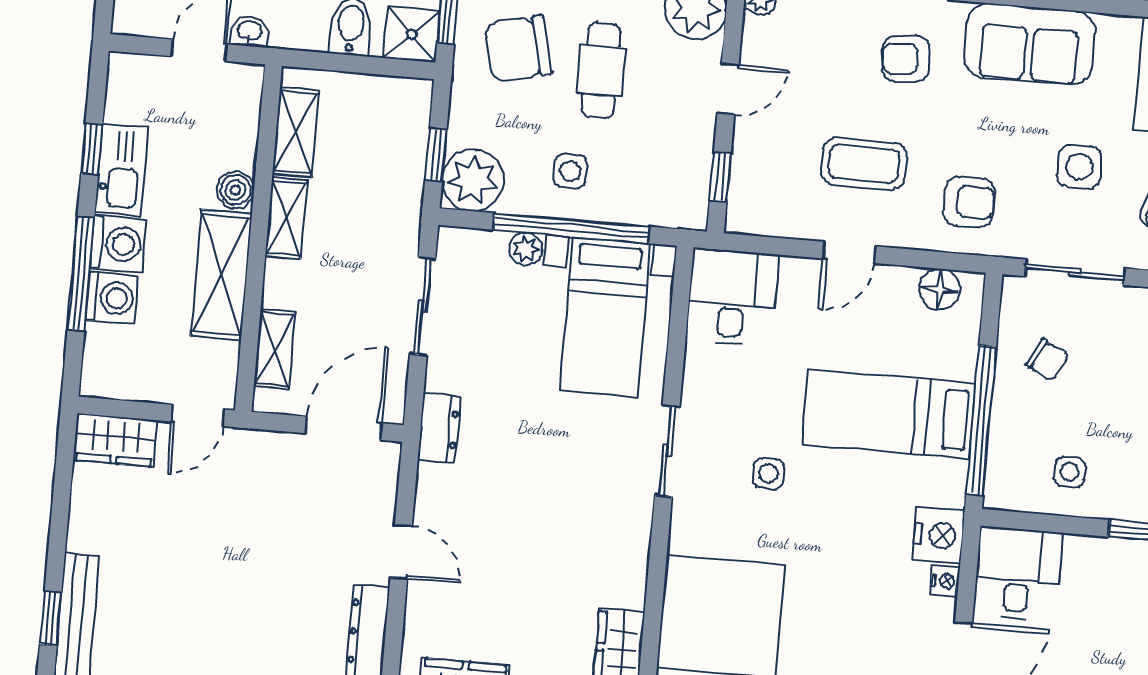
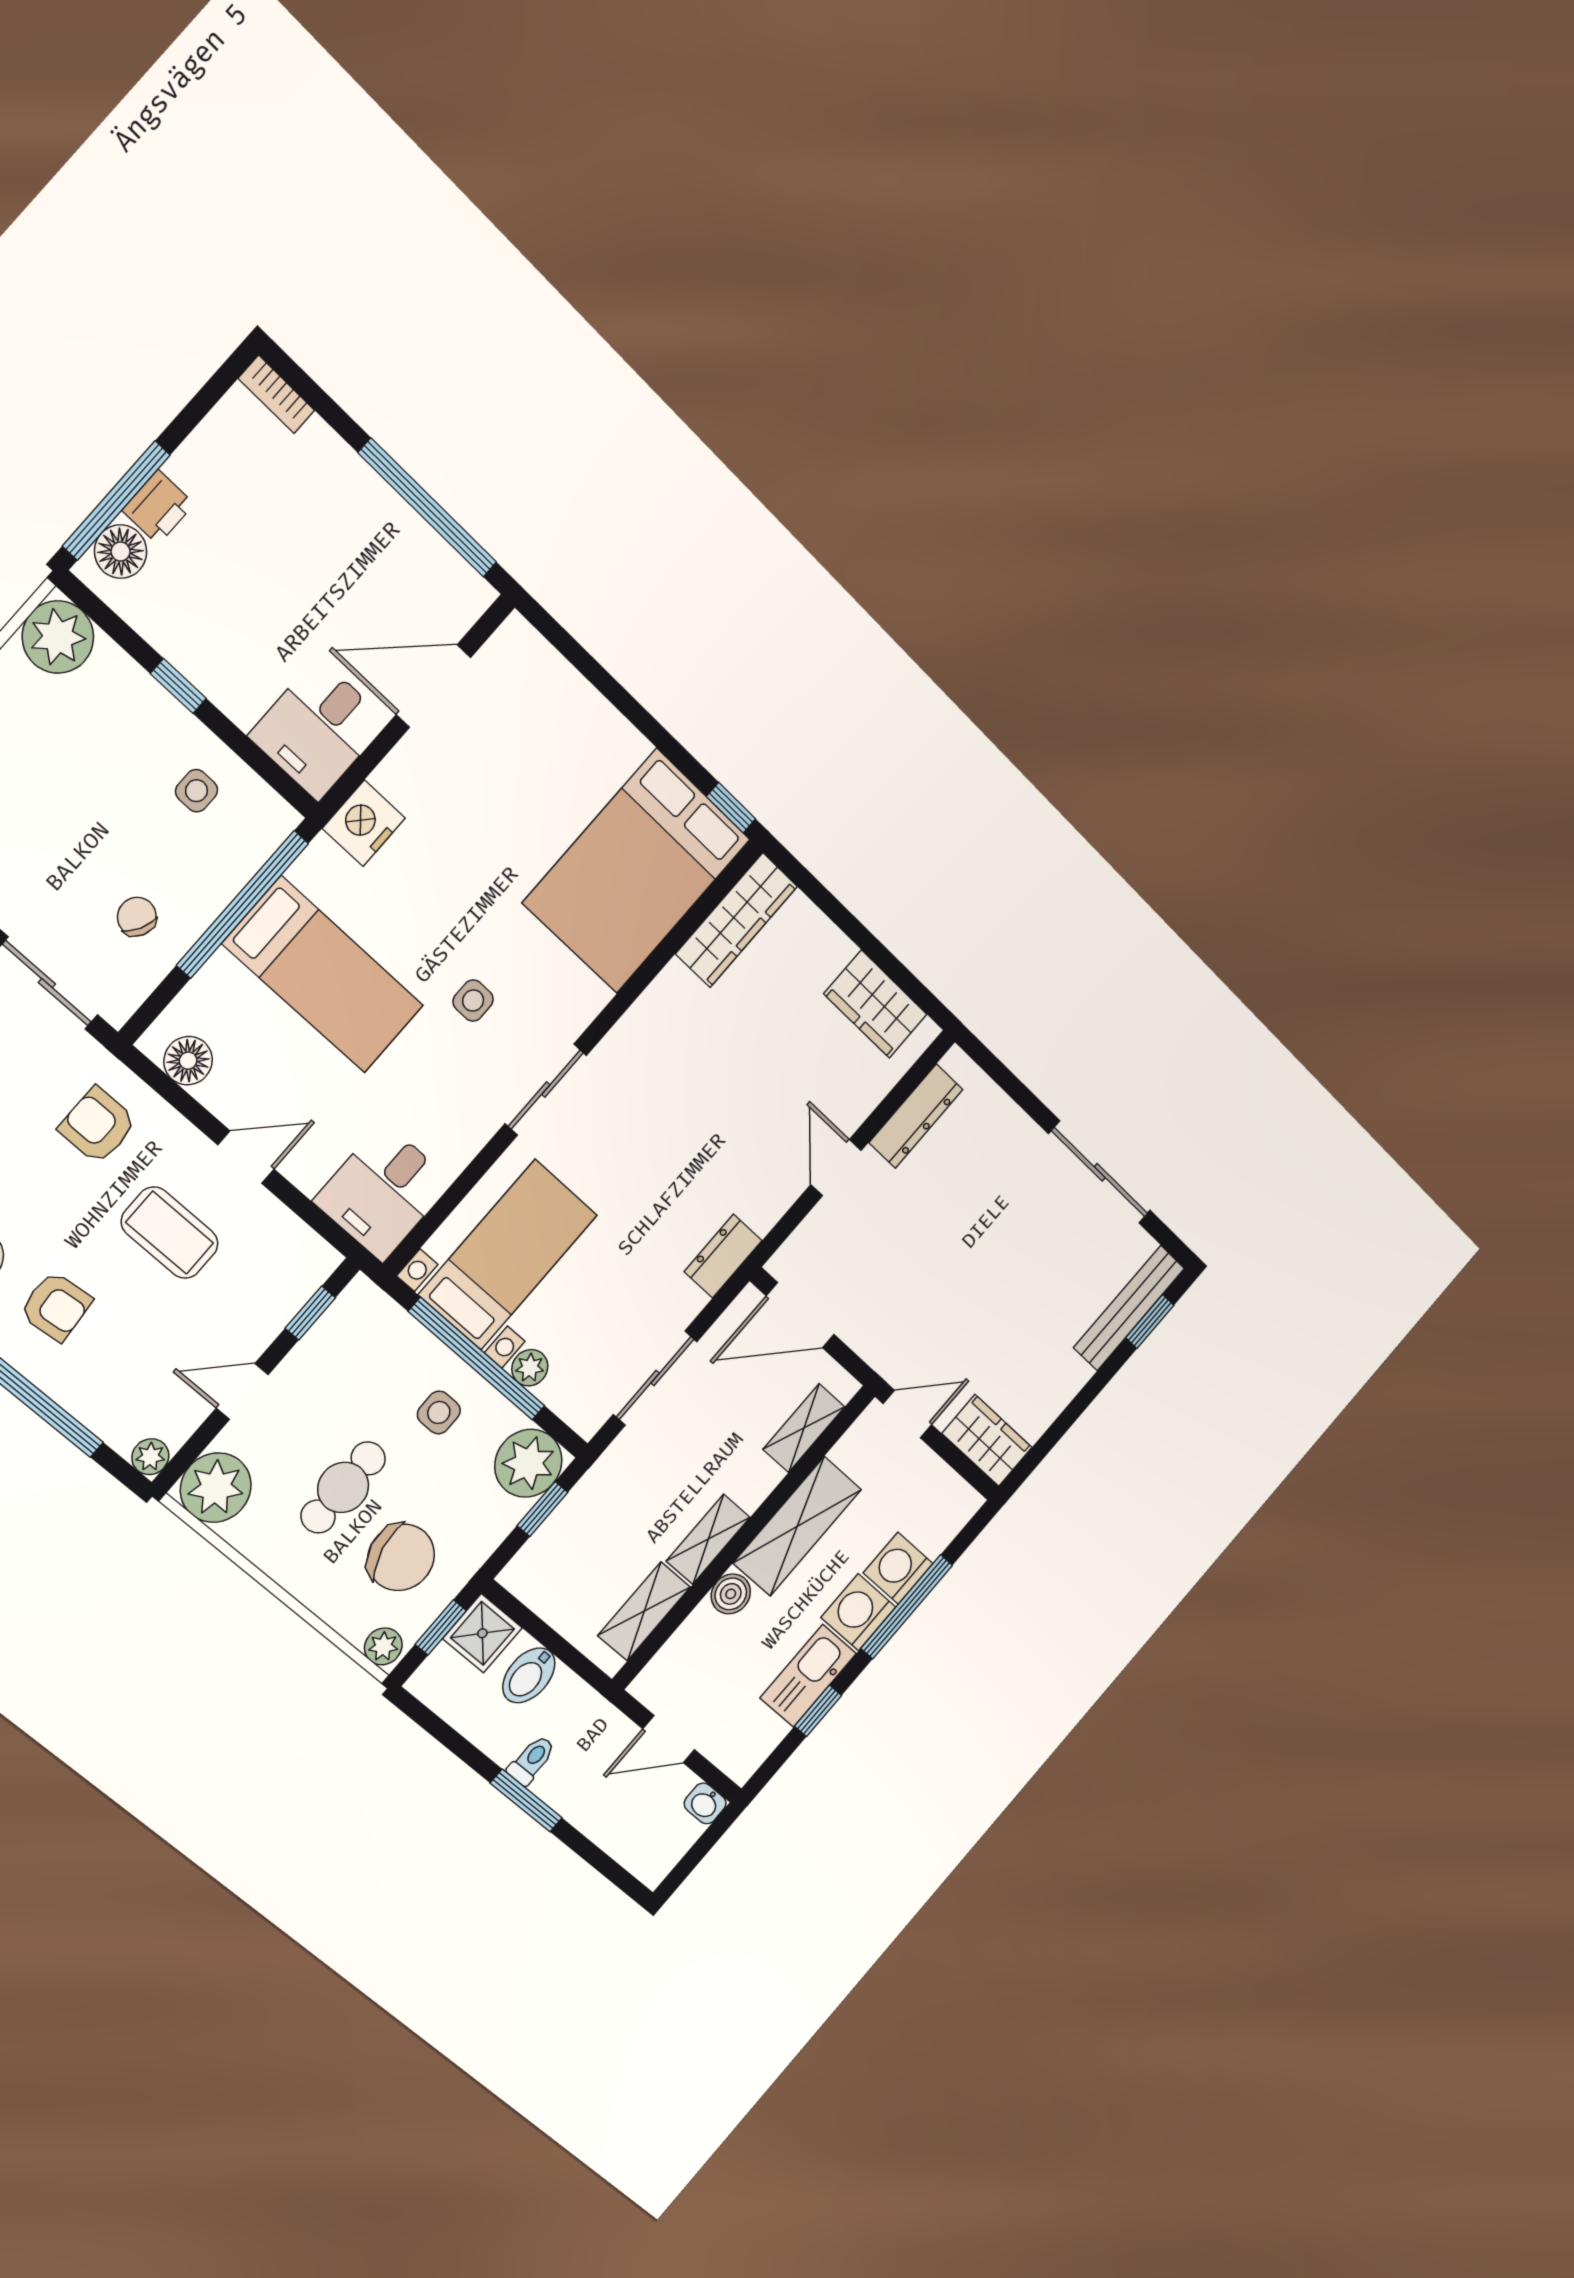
washbasin: (250, 31) -> (705, 1803), moved
nightstand: (945, 581) -> (390, 774), removed

